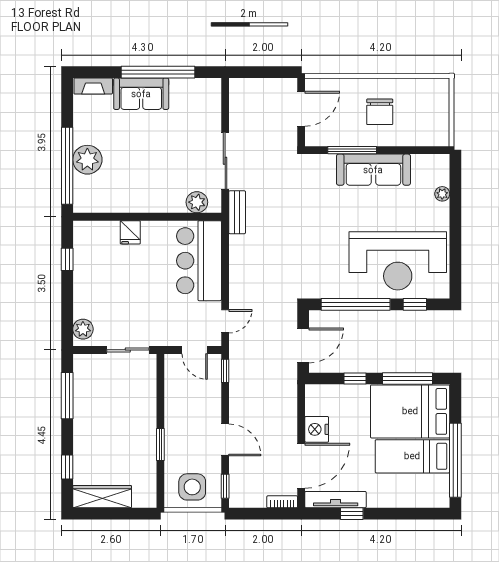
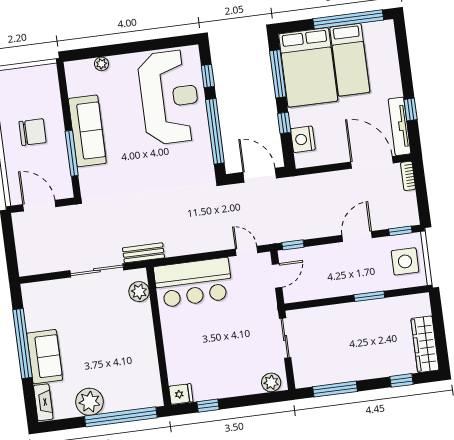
plant: (87, 160) -> (90, 402), moved
fridge: (130, 232) -> (181, 394), moved
nightstand: (317, 429) -> (303, 139), moved, turned 90

